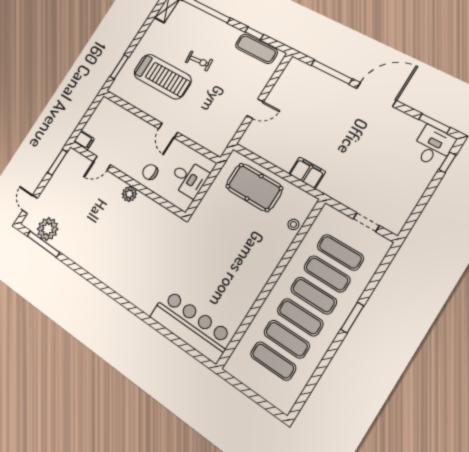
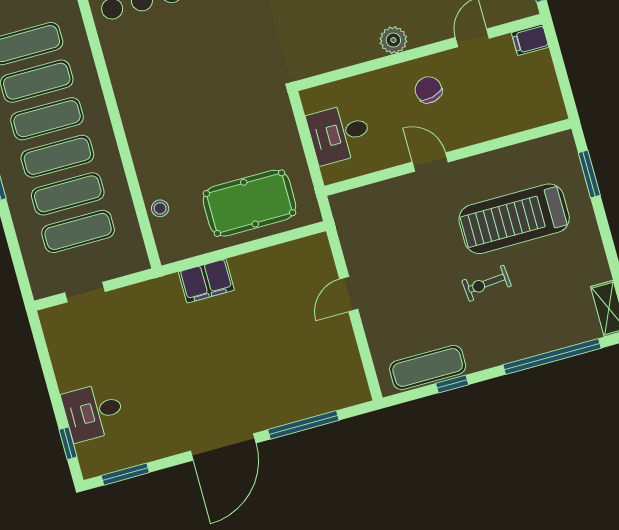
desk: (433, 146) -> (94, 412), moved, turned 90
chair: (150, 172) -> (428, 90), moved, turned -104

